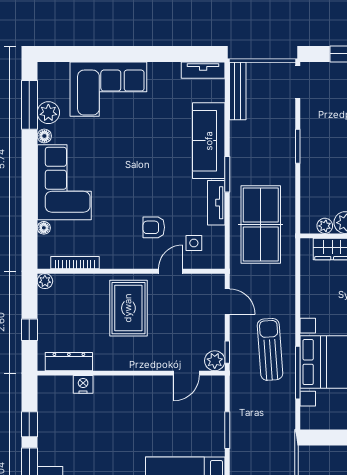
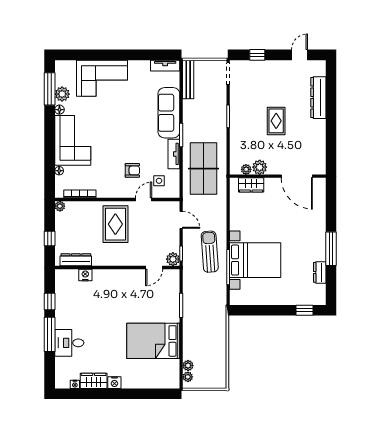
armchair: (154, 227) -> (132, 170), turned 180

